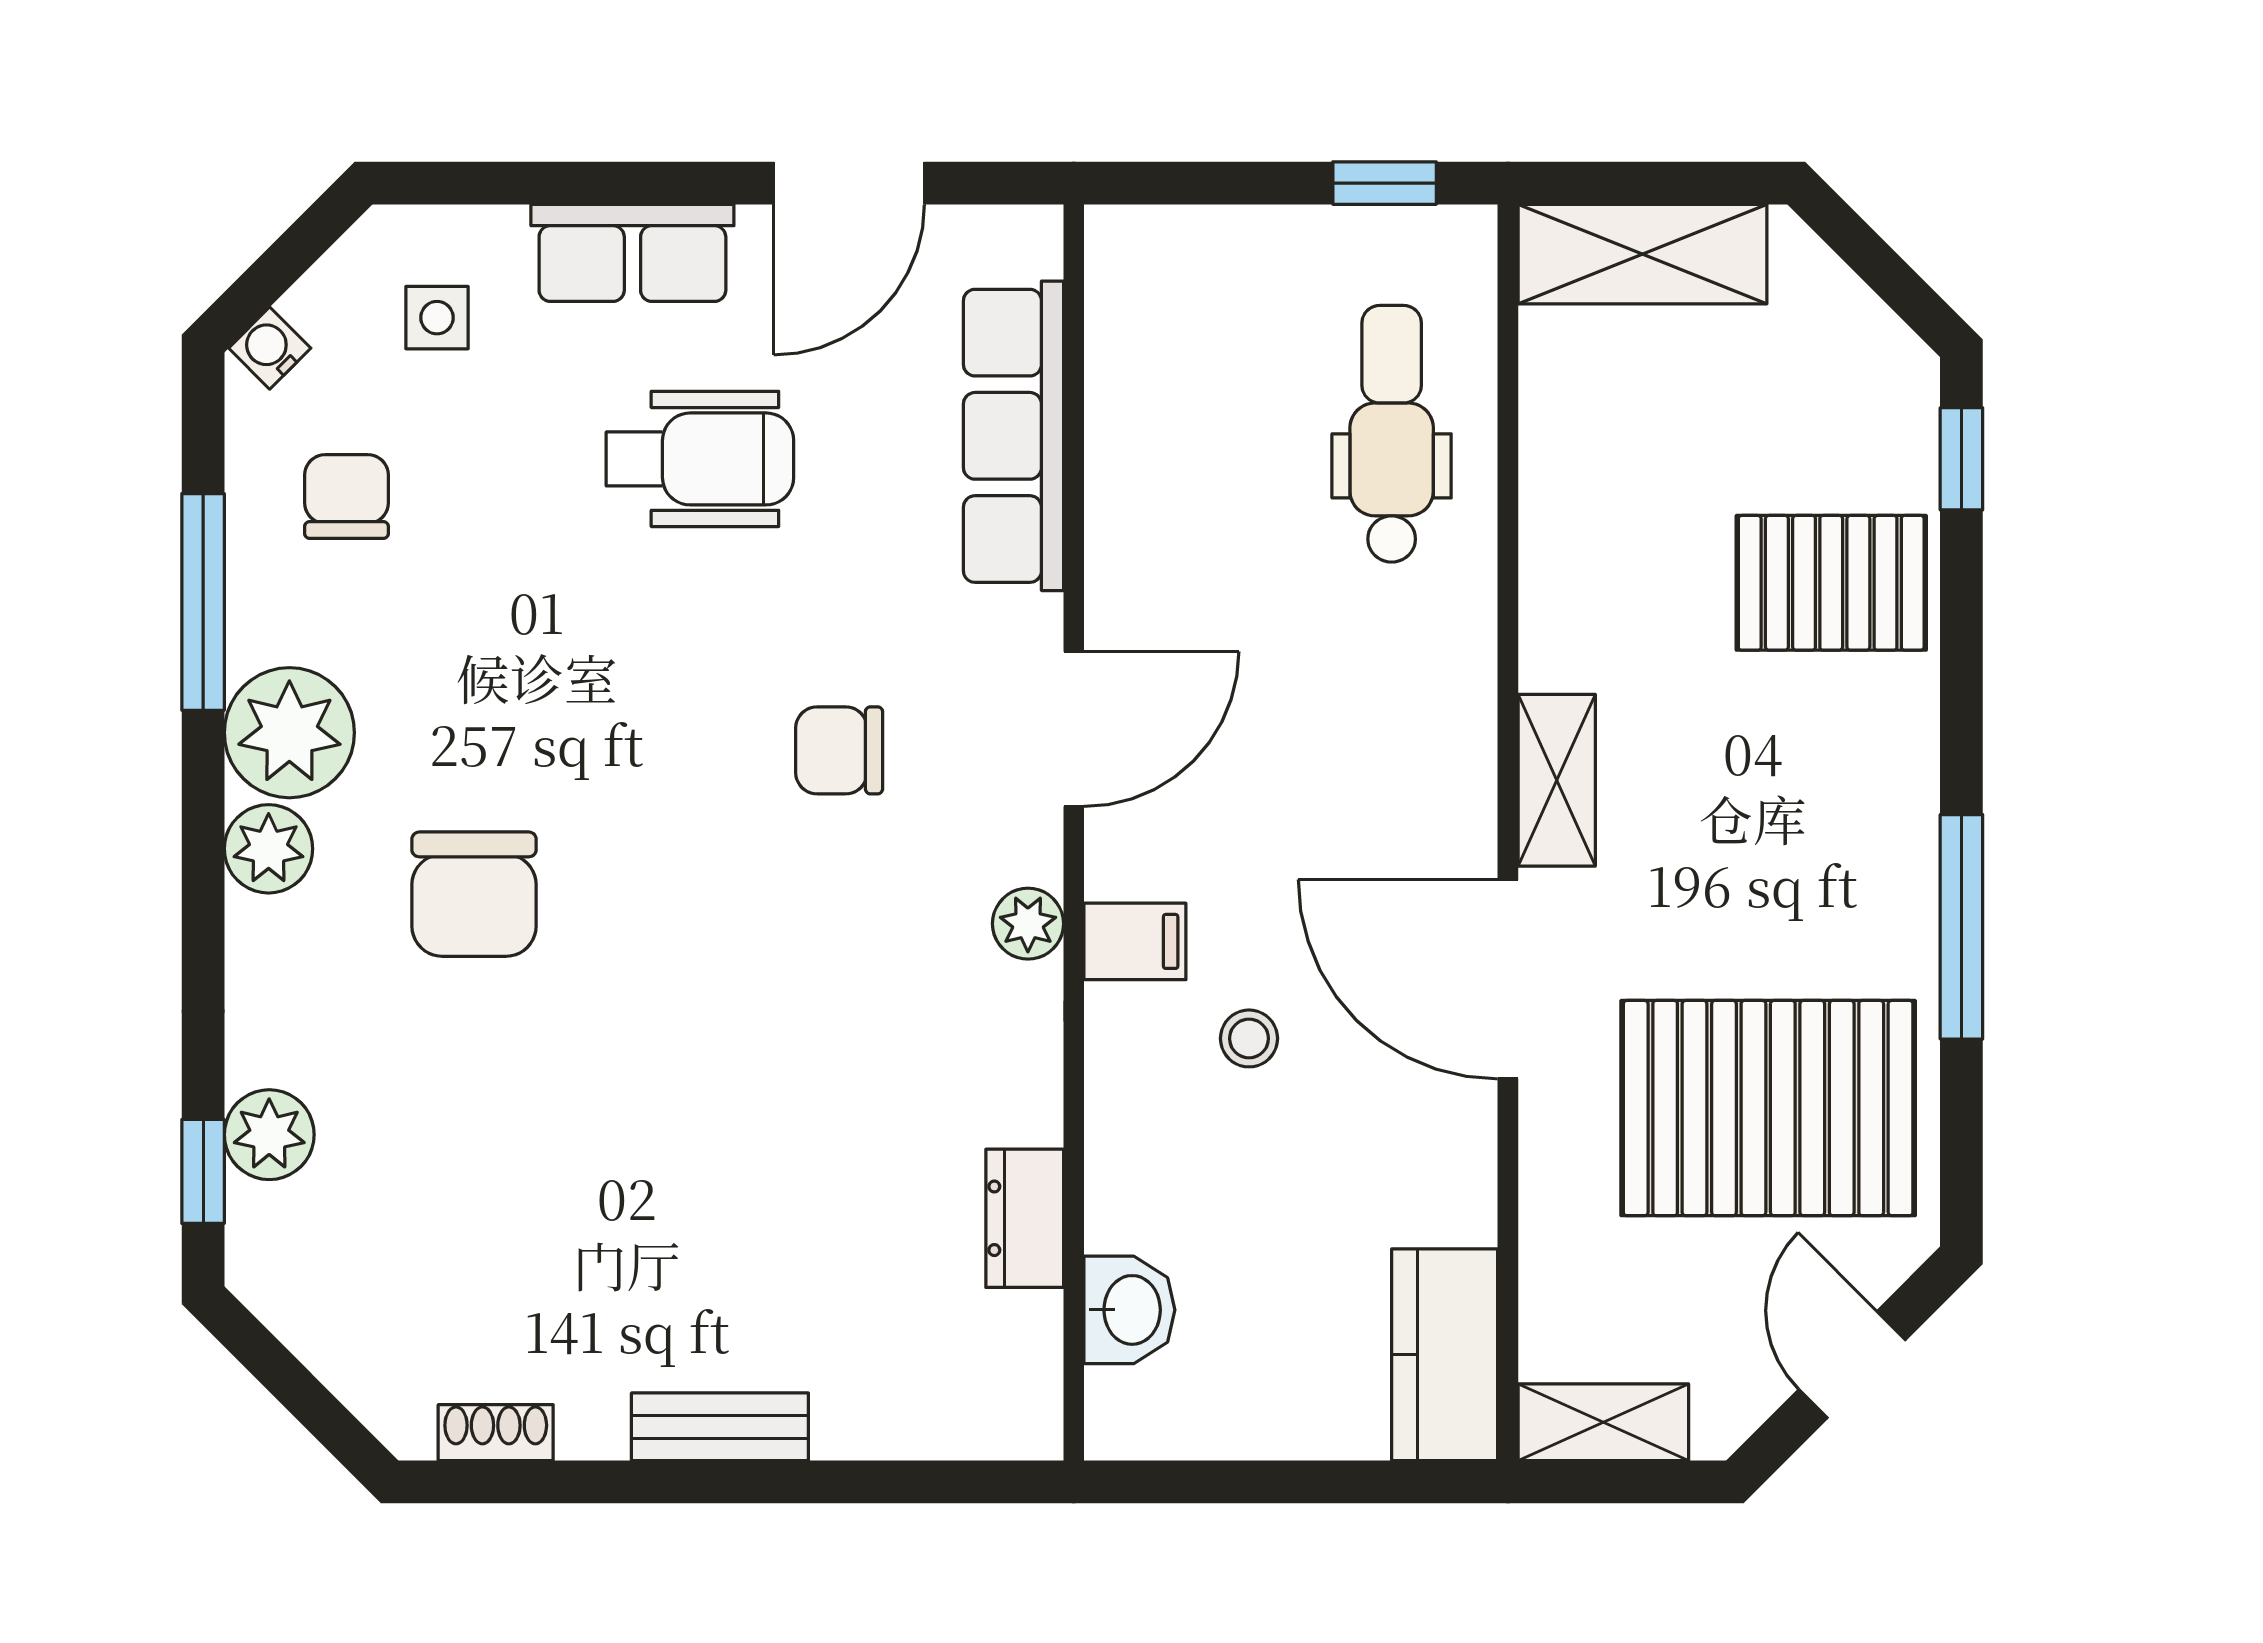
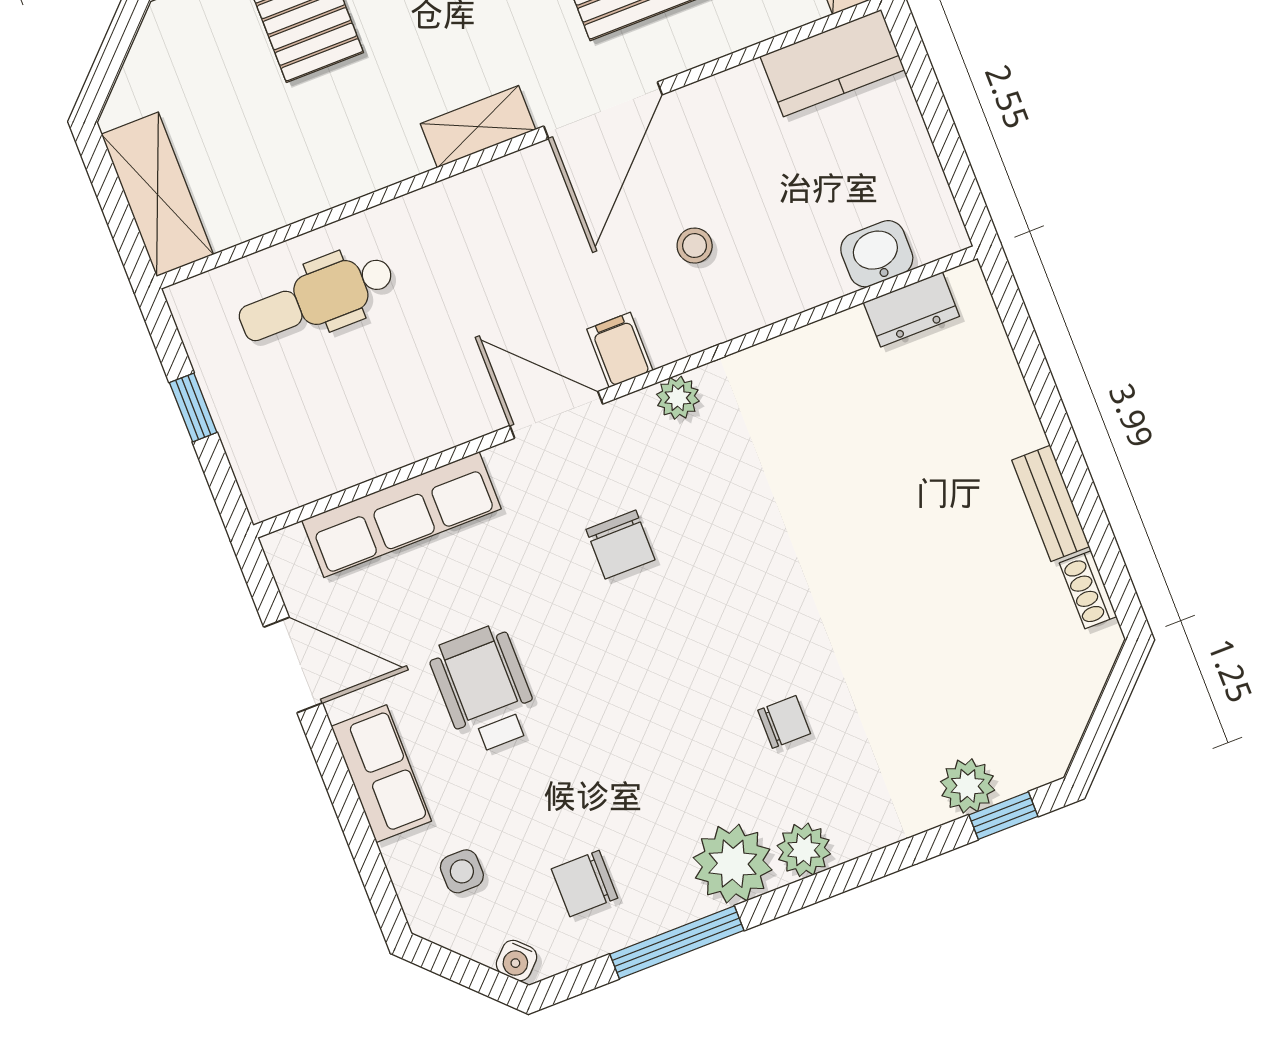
window: (1385, 183) -> (193, 407), moved
chair: (474, 894) -> (784, 722), width x0.54, depth x0.54
filing cabinet: (1135, 941) -> (620, 350), moved
dresser: (1025, 1218) -> (911, 309), moved
bench: (720, 1427) -> (1051, 503), moved

